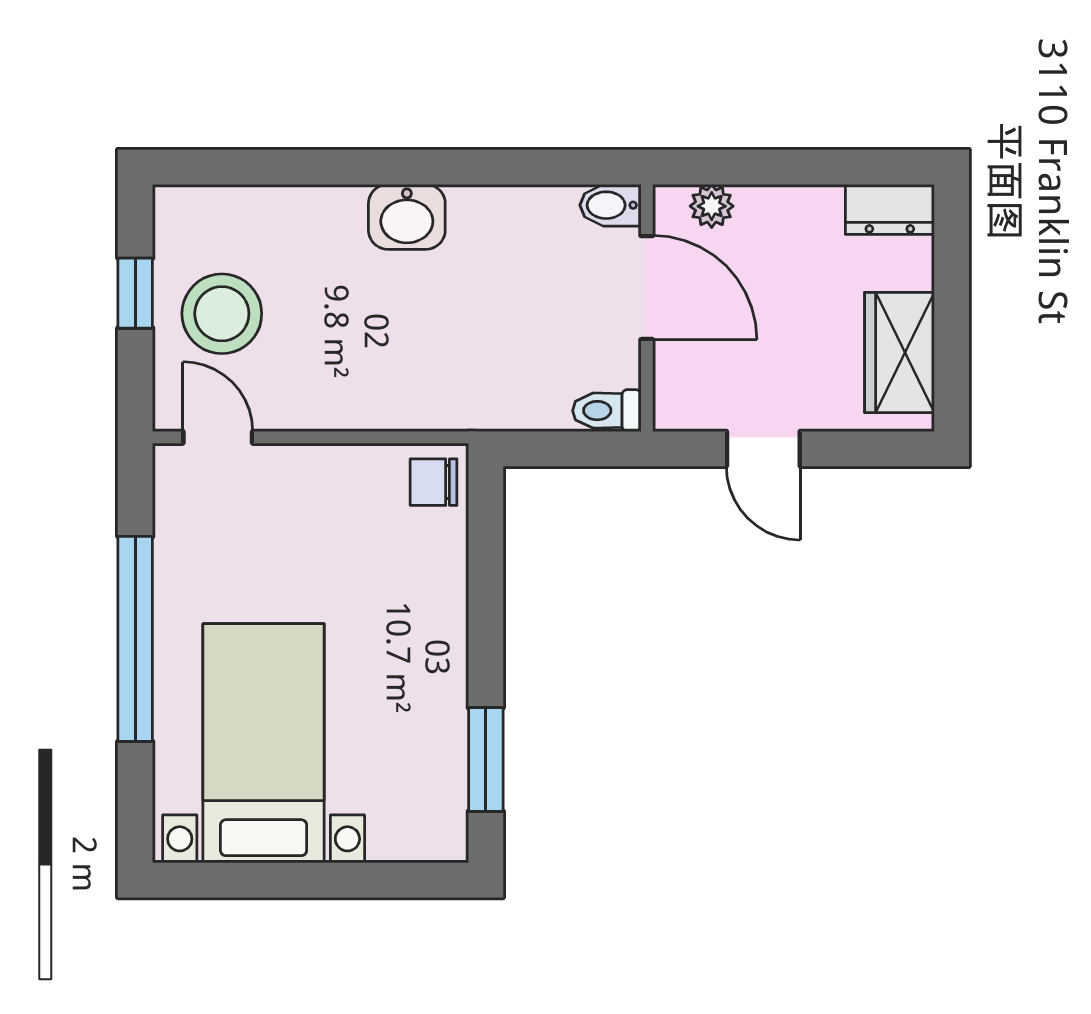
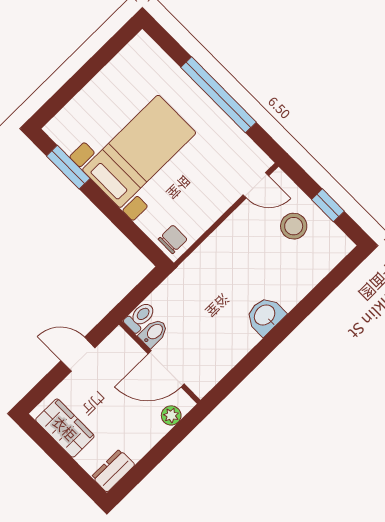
bidet: (610, 205) -> (154, 333), moved
stool: (222, 314) -> (294, 226), width x0.73, depth x0.73
bed with nightstands: (264, 743) -> (139, 151), moved, turned -90

